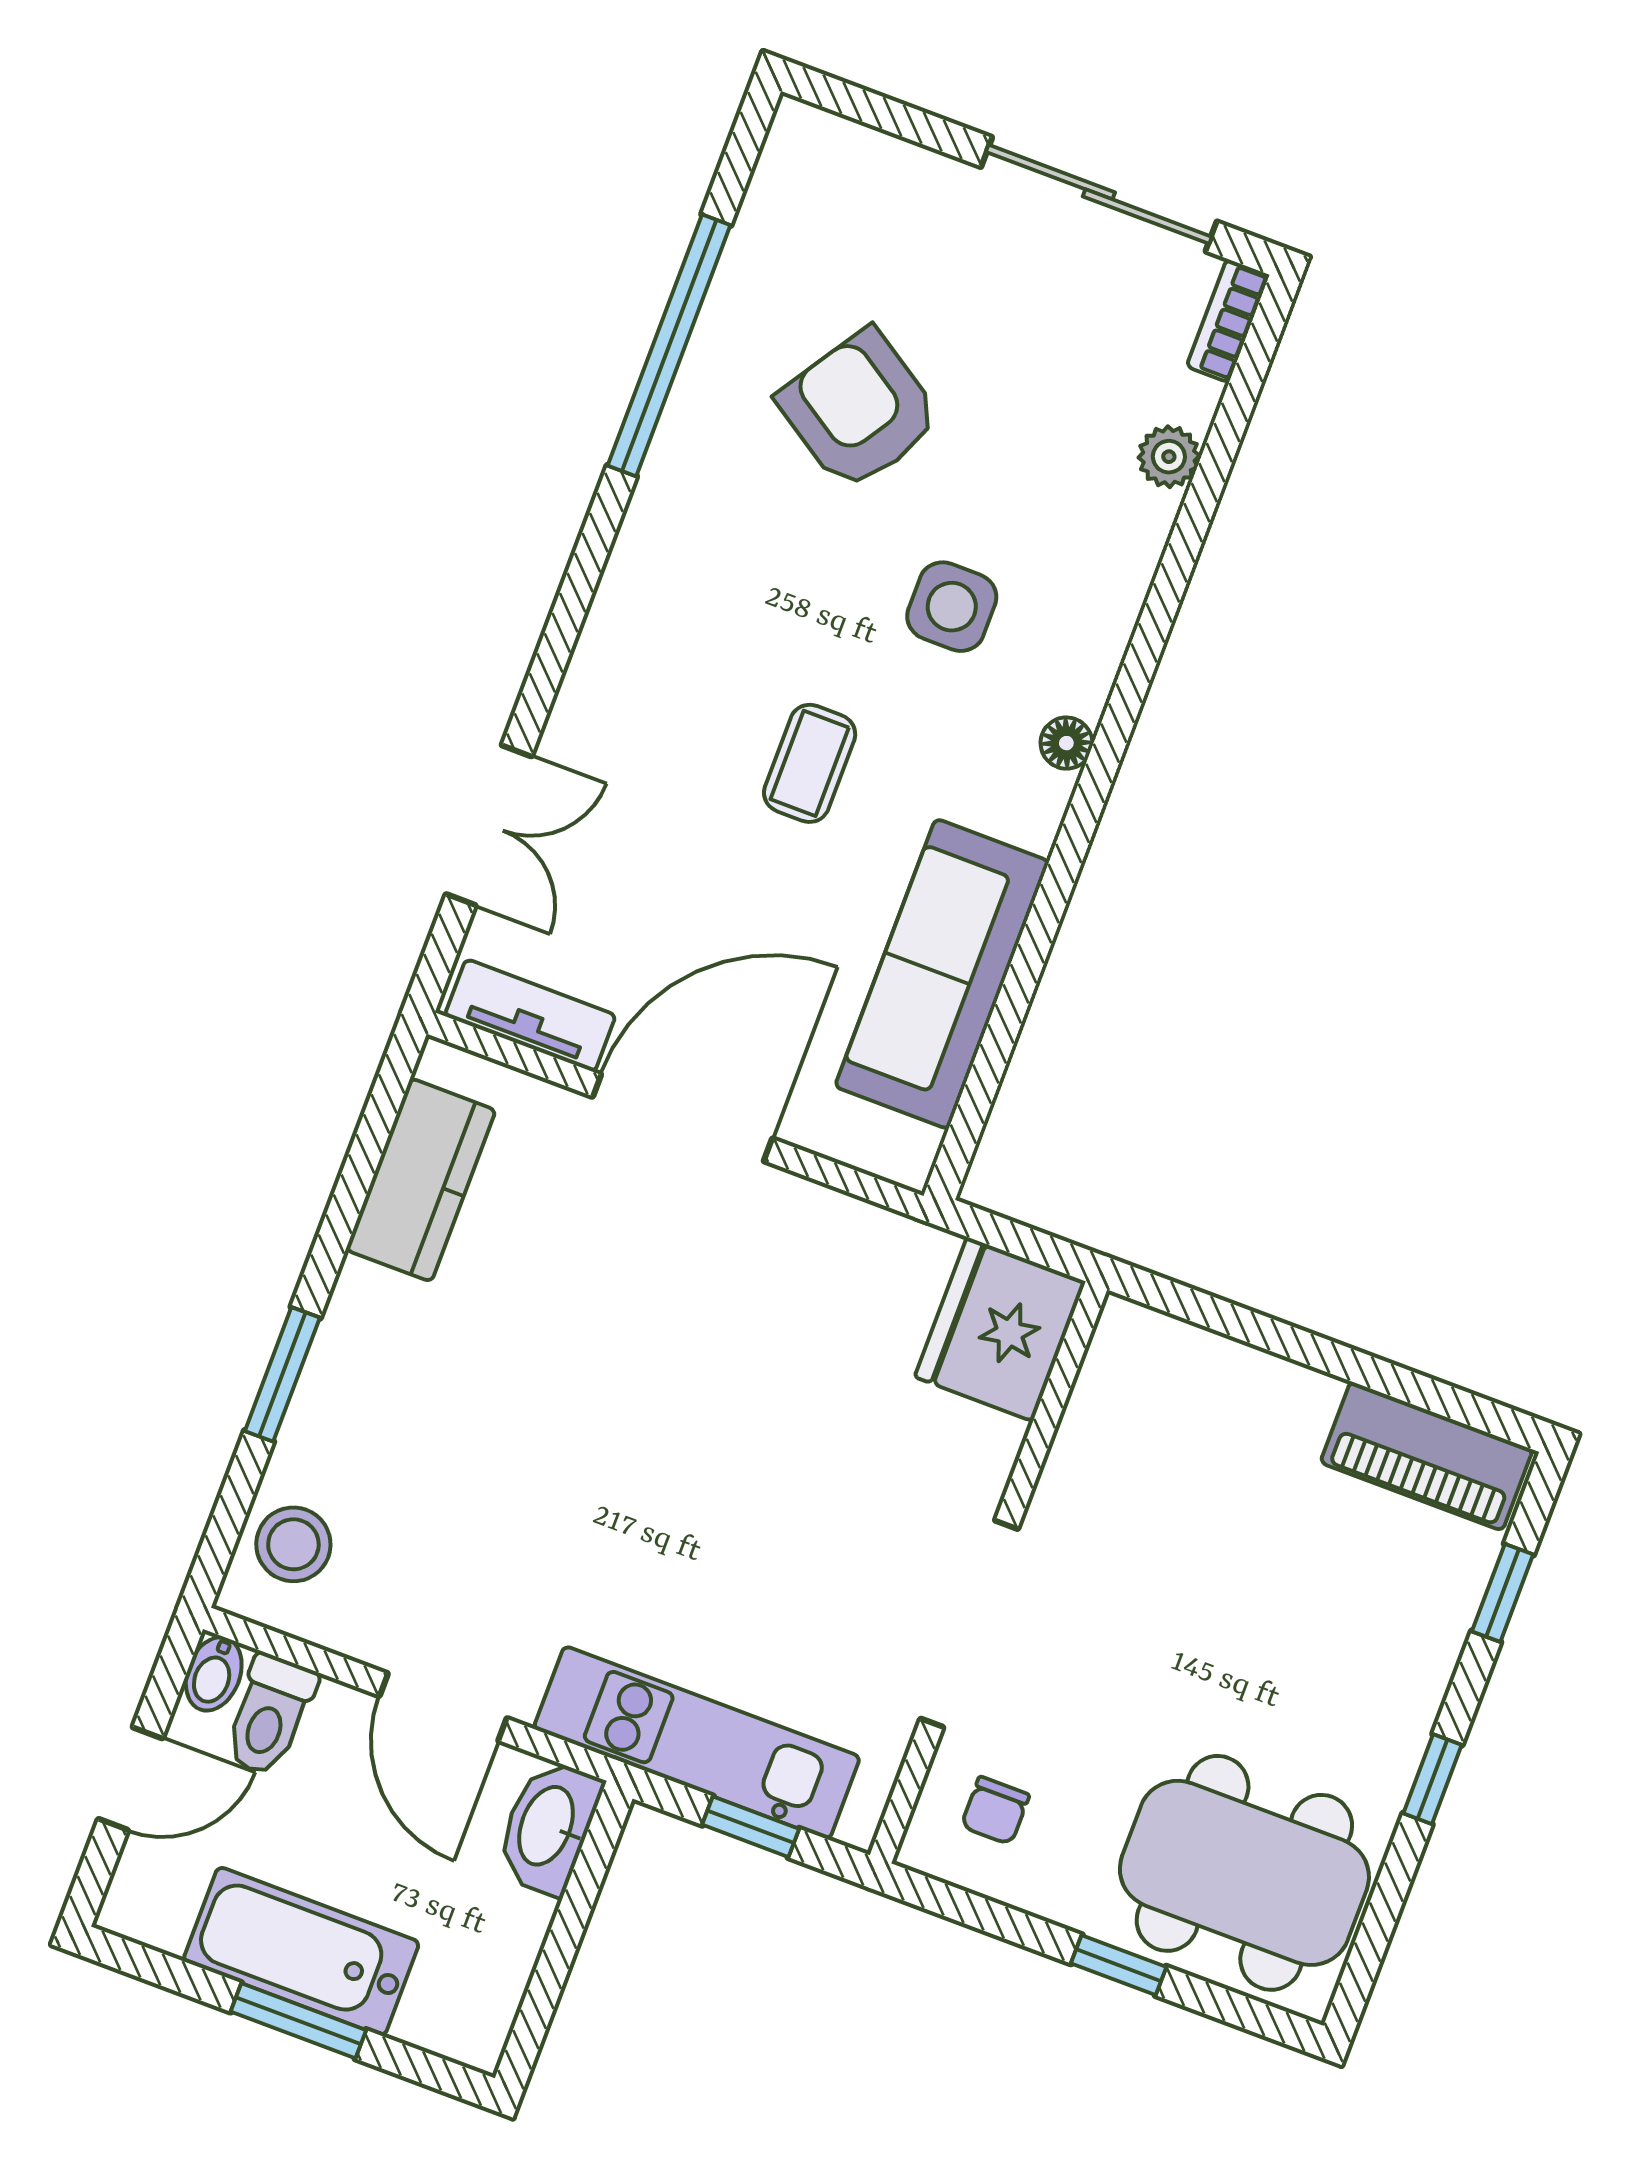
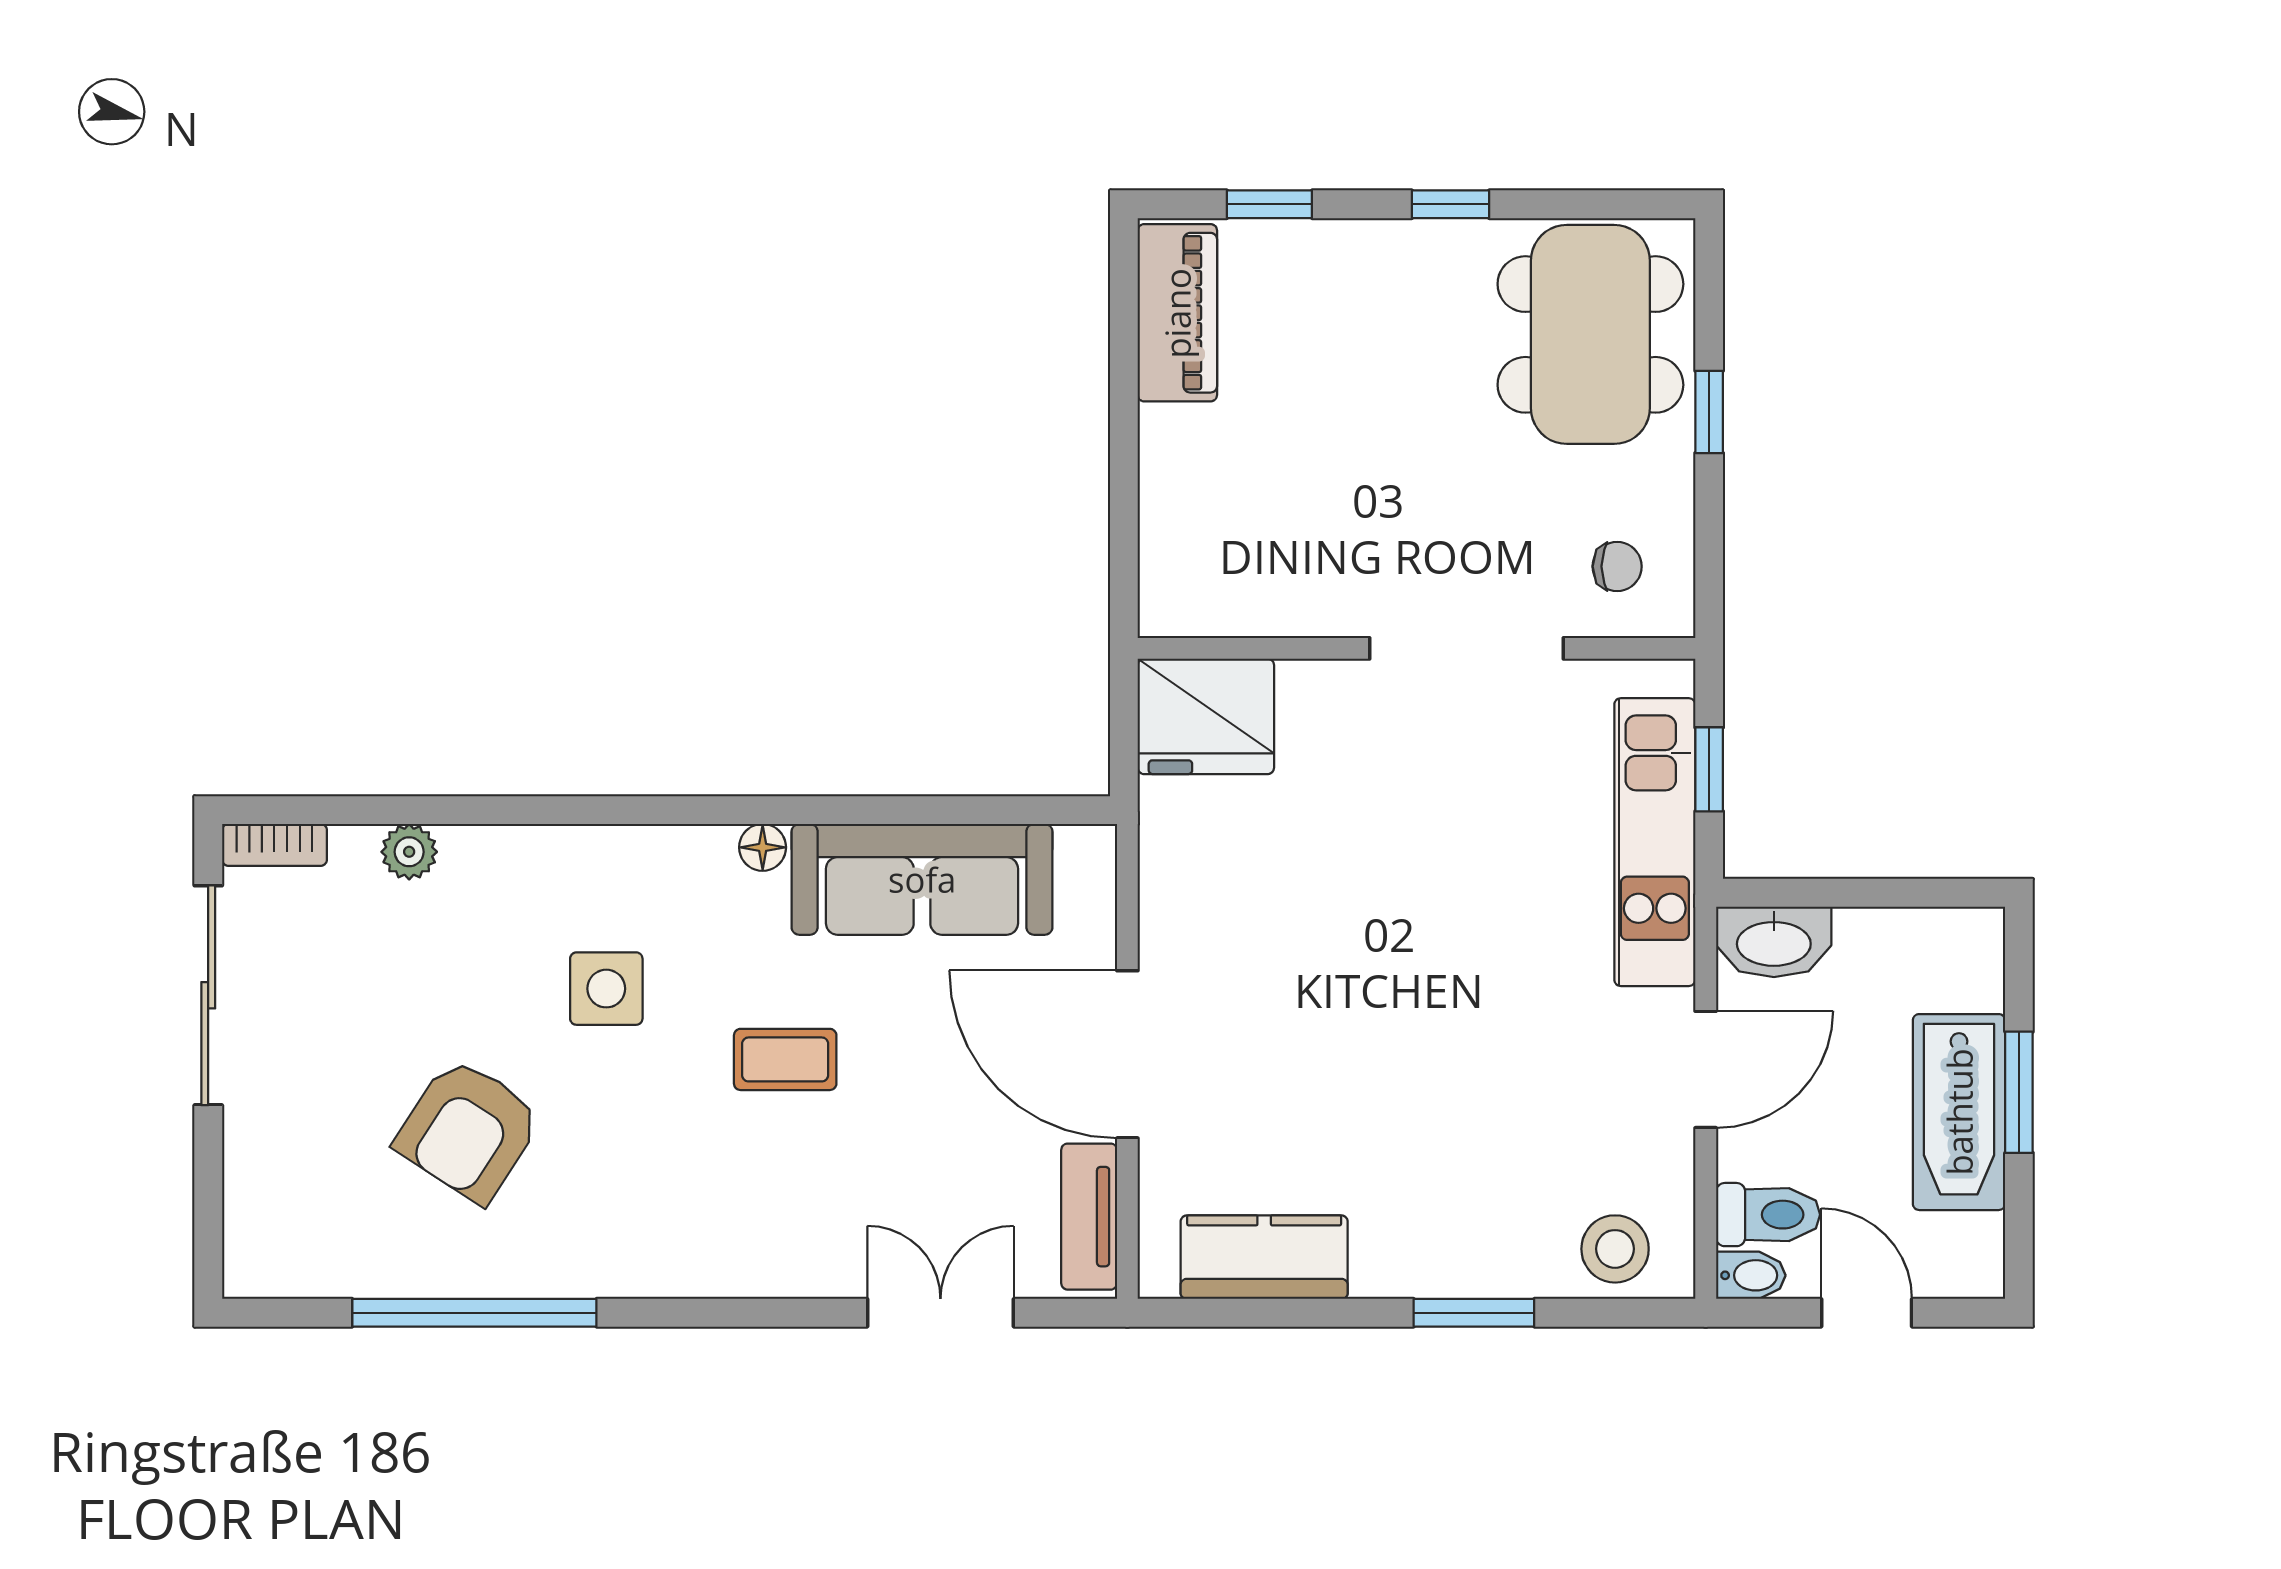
floor lamp: (1066, 743) -> (763, 847), moved

